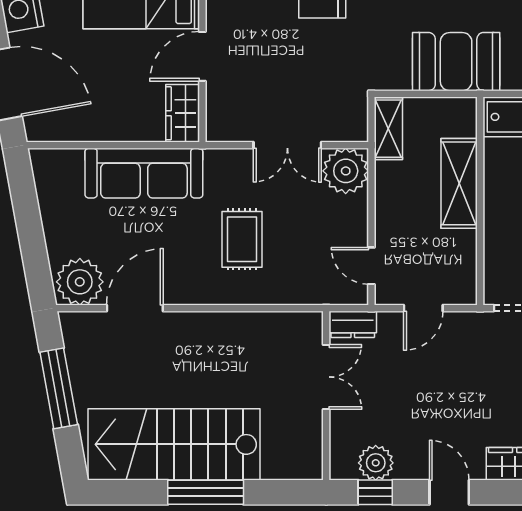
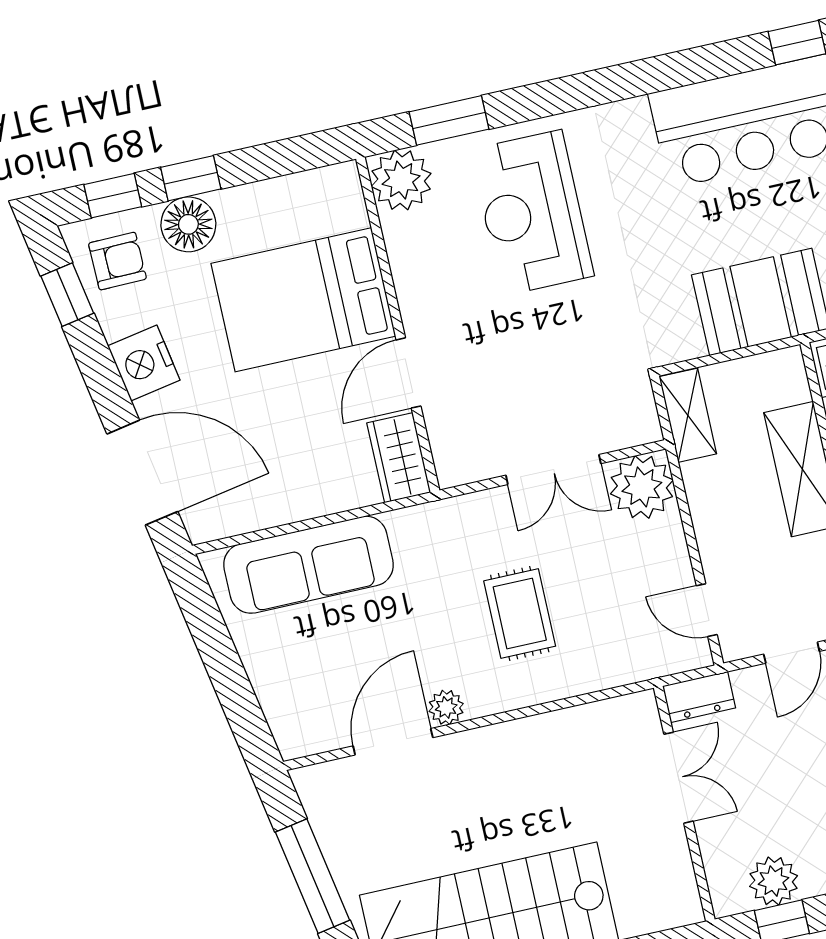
sofa: (144, 173) -> (308, 565), moved
plant: (80, 282) -> (446, 707), moved, width x0.53, depth x0.53

